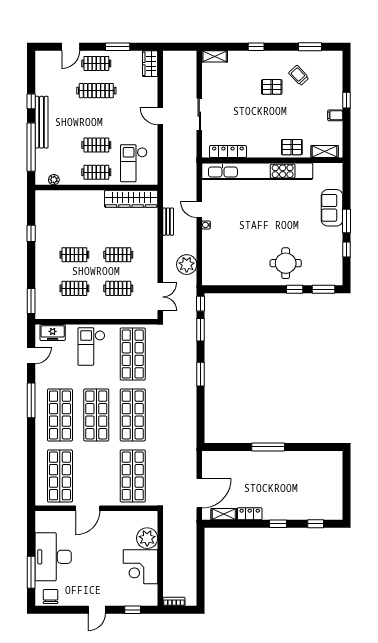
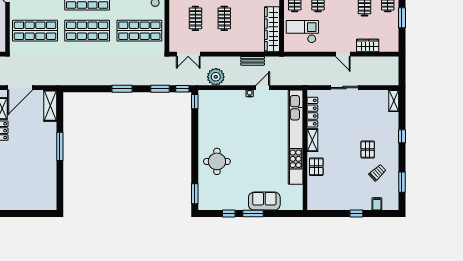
wardrobe: (150, 64) -> (368, 45), moved
filing cabinet: (335, 115) -> (377, 204), moved
door: (160, 116) -> (343, 54), swing flipped
shelving: (325, 152) -> (312, 140), moved
window: (295, 289) -> (195, 102), moved
shelving: (220, 458) -> (50, 106), added
door: (199, 493) -> (20, 88), hinge flipped

